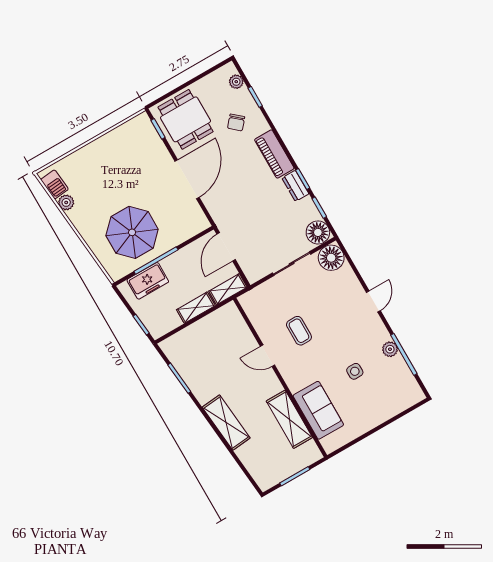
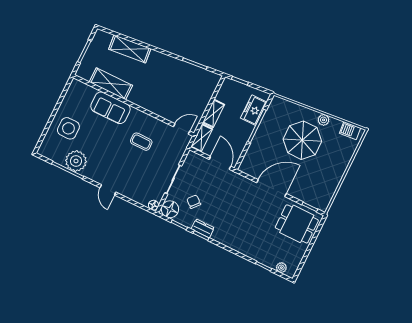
chair: (236, 122) -> (194, 202), moved
piano: (274, 154) -> (229, 239), removed
door: (187, 179) -> (271, 188), swing flipped
plant: (66, 202) -> (324, 120), moved
parasol: (132, 232) -> (302, 140), moved
floor lamp: (331, 258) -> (153, 205), width x0.53, depth x0.53
plant: (390, 349) -> (76, 161), width x1.88, depth x1.88
door: (267, 356) -> (182, 129), moved
side table: (355, 371) -> (68, 128), moved, width x1.87, depth x1.87
sofa: (318, 410) -> (110, 108), moved
shelving: (226, 423) -> (130, 49), moved

